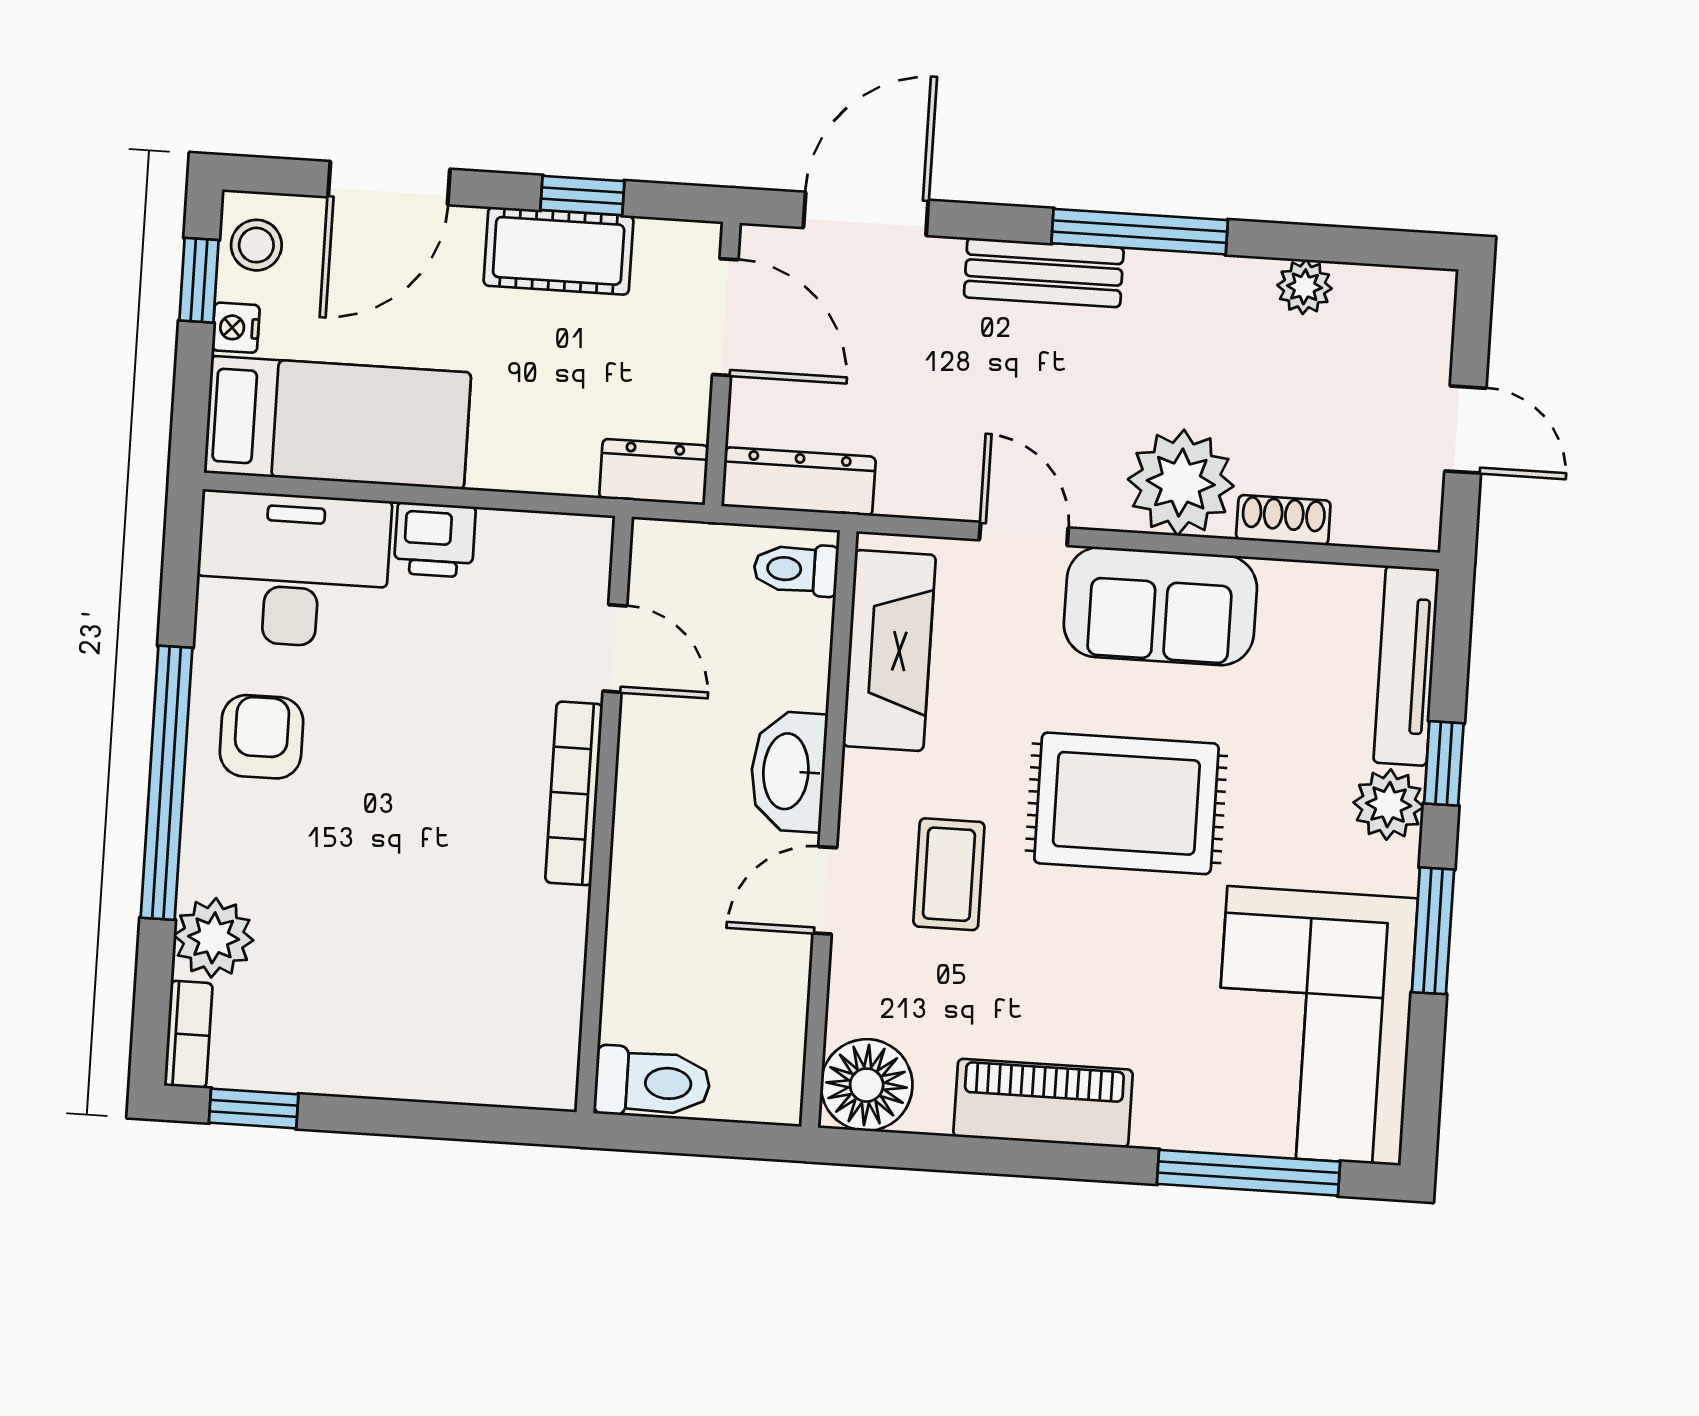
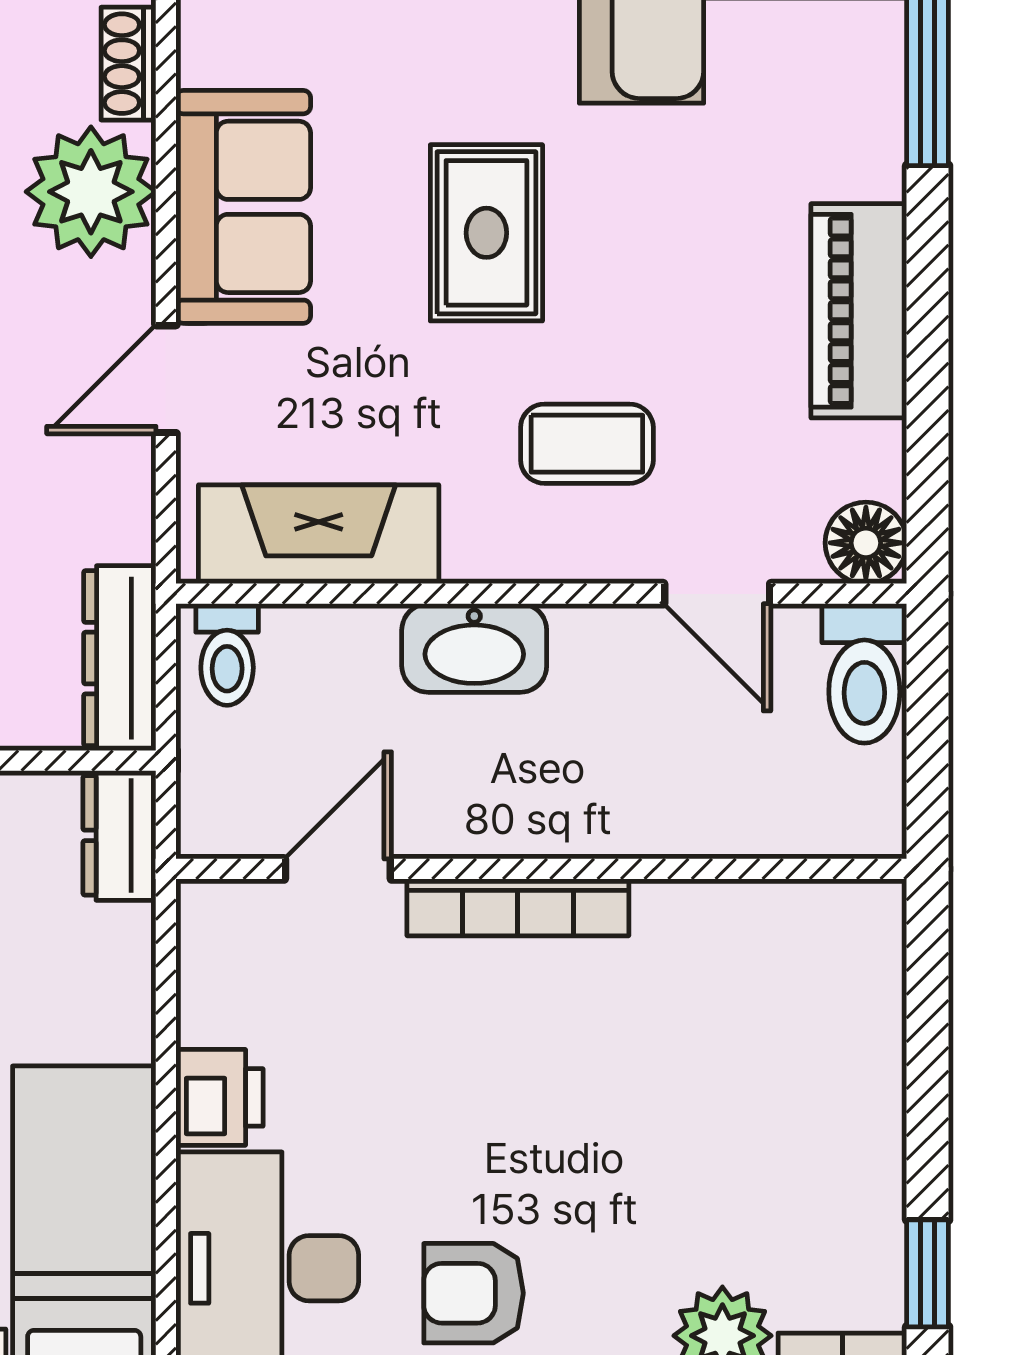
rug: (1126, 803) -> (486, 233), width x0.73, depth x0.70
door: (825, 890) -> (717, 594), moved
toilet: (652, 1082) -> (864, 673), moved, turned 180
floor lamp: (867, 1085) -> (866, 543), width x0.73, depth x0.73

